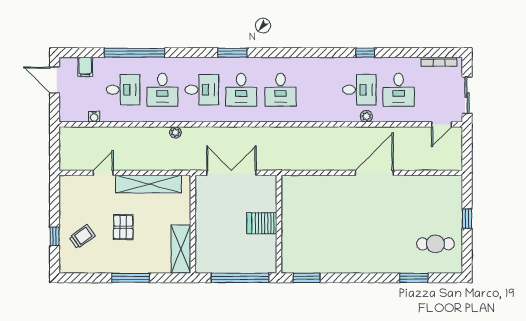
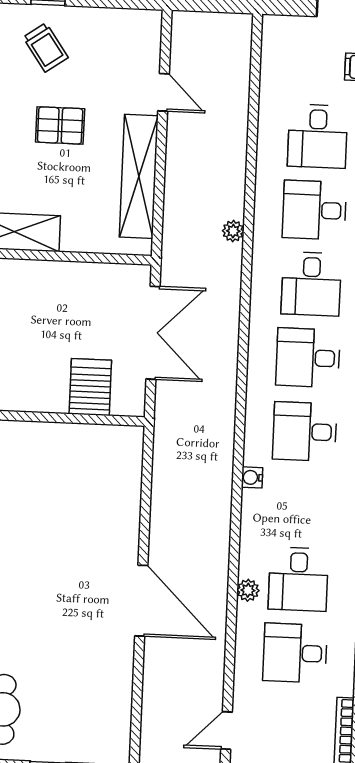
water cooler: (94, 117) -> (252, 477), moved
door: (442, 124) -> (226, 731), hinge flipped
server rack: (262, 223) -> (90, 387), moved

